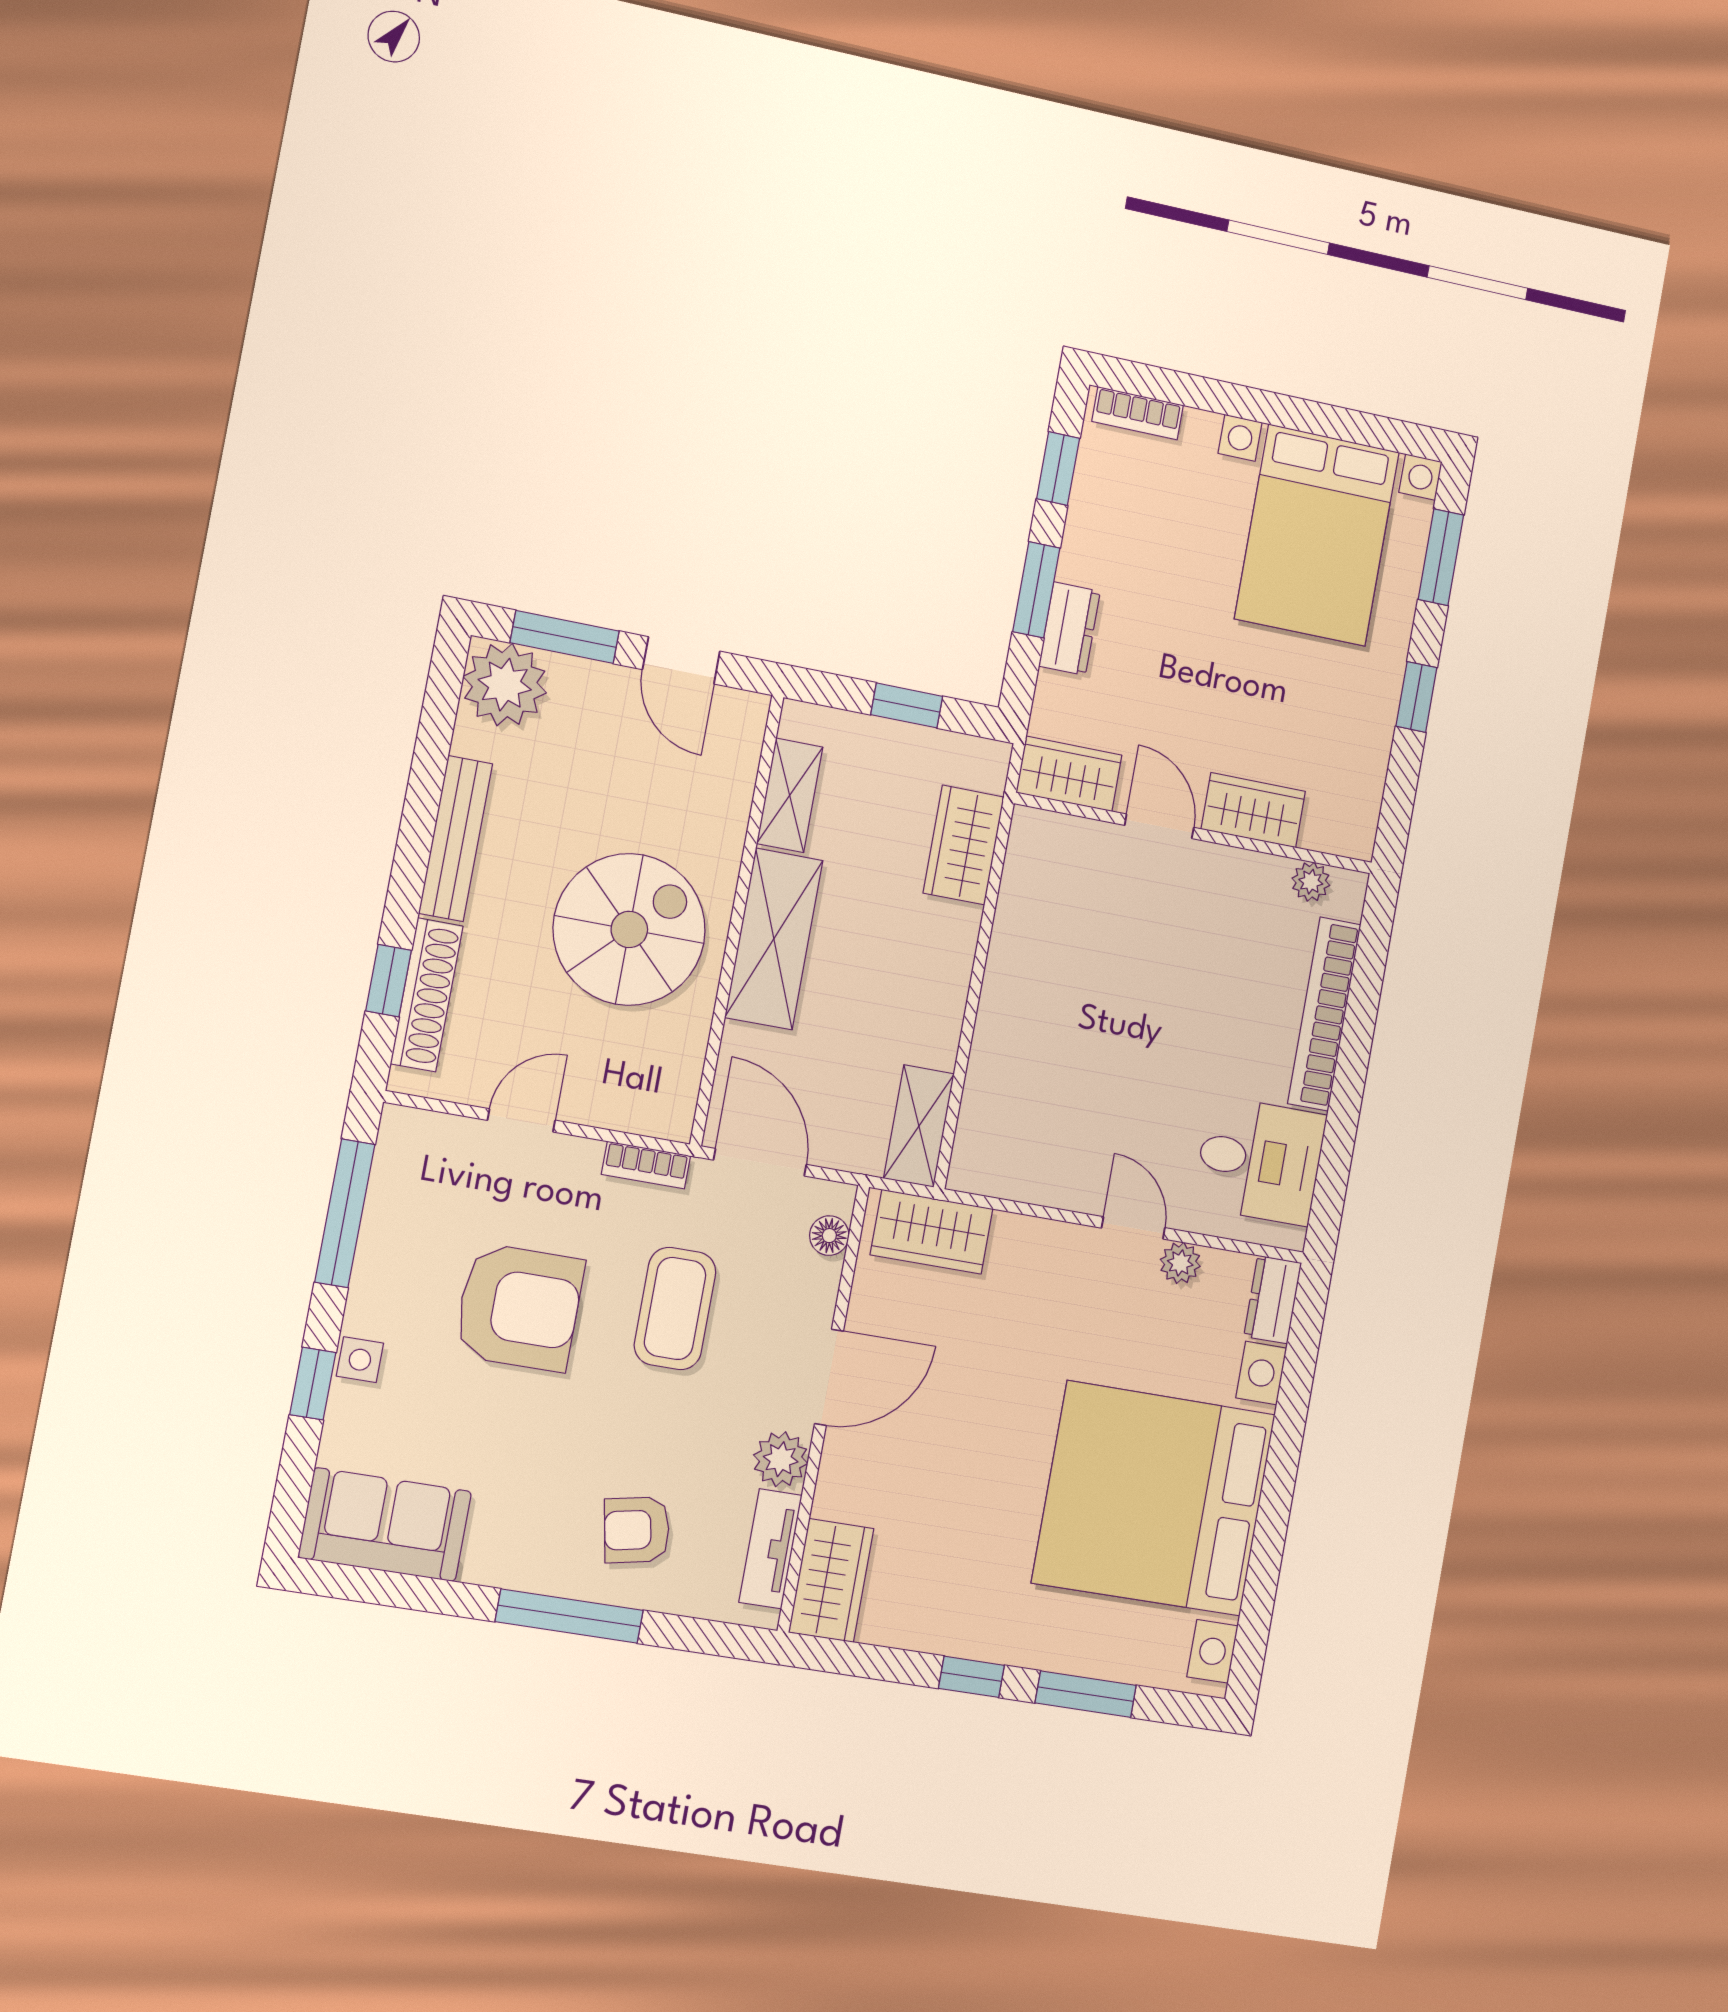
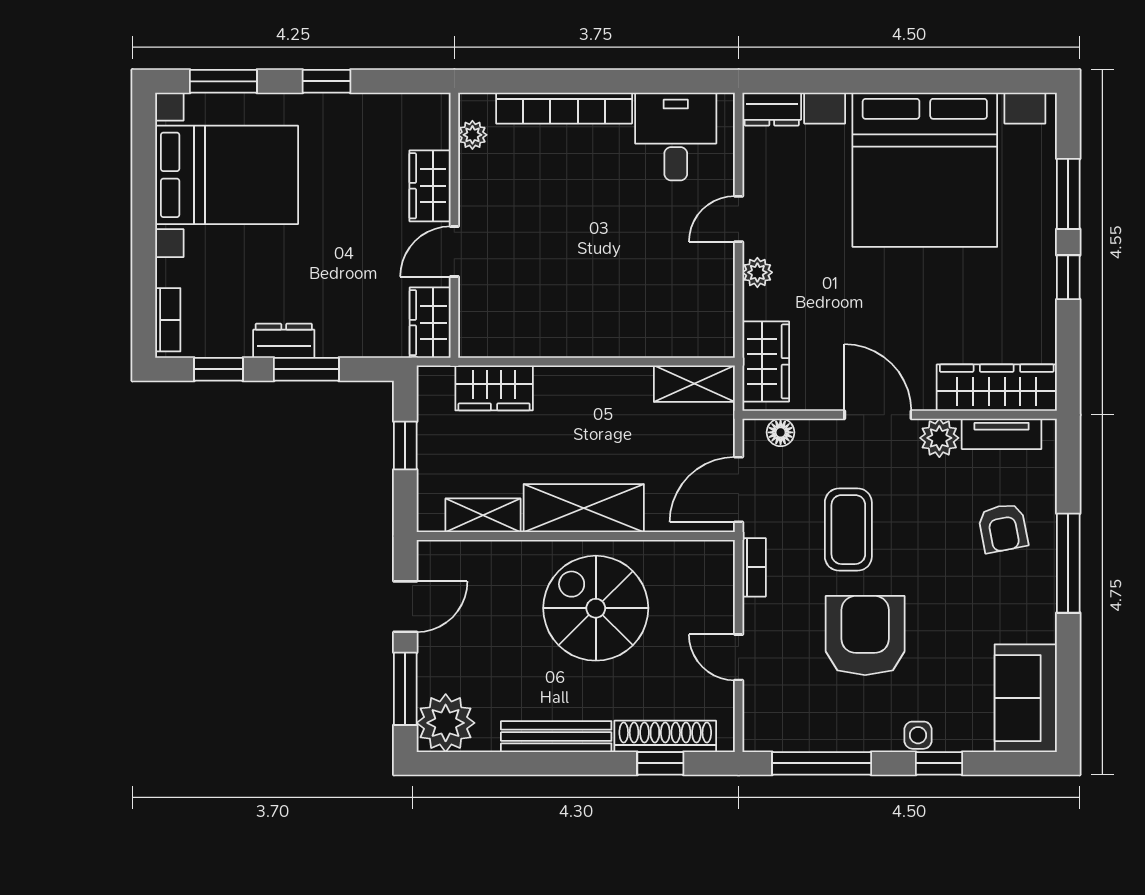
dresser: (1070, 629) -> (284, 341), moved
plant: (1180, 1263) -> (757, 272), moved
coffee table: (675, 1308) -> (848, 530), turned 90
wardrobe: (831, 1580) -> (997, 388), width x1.50

